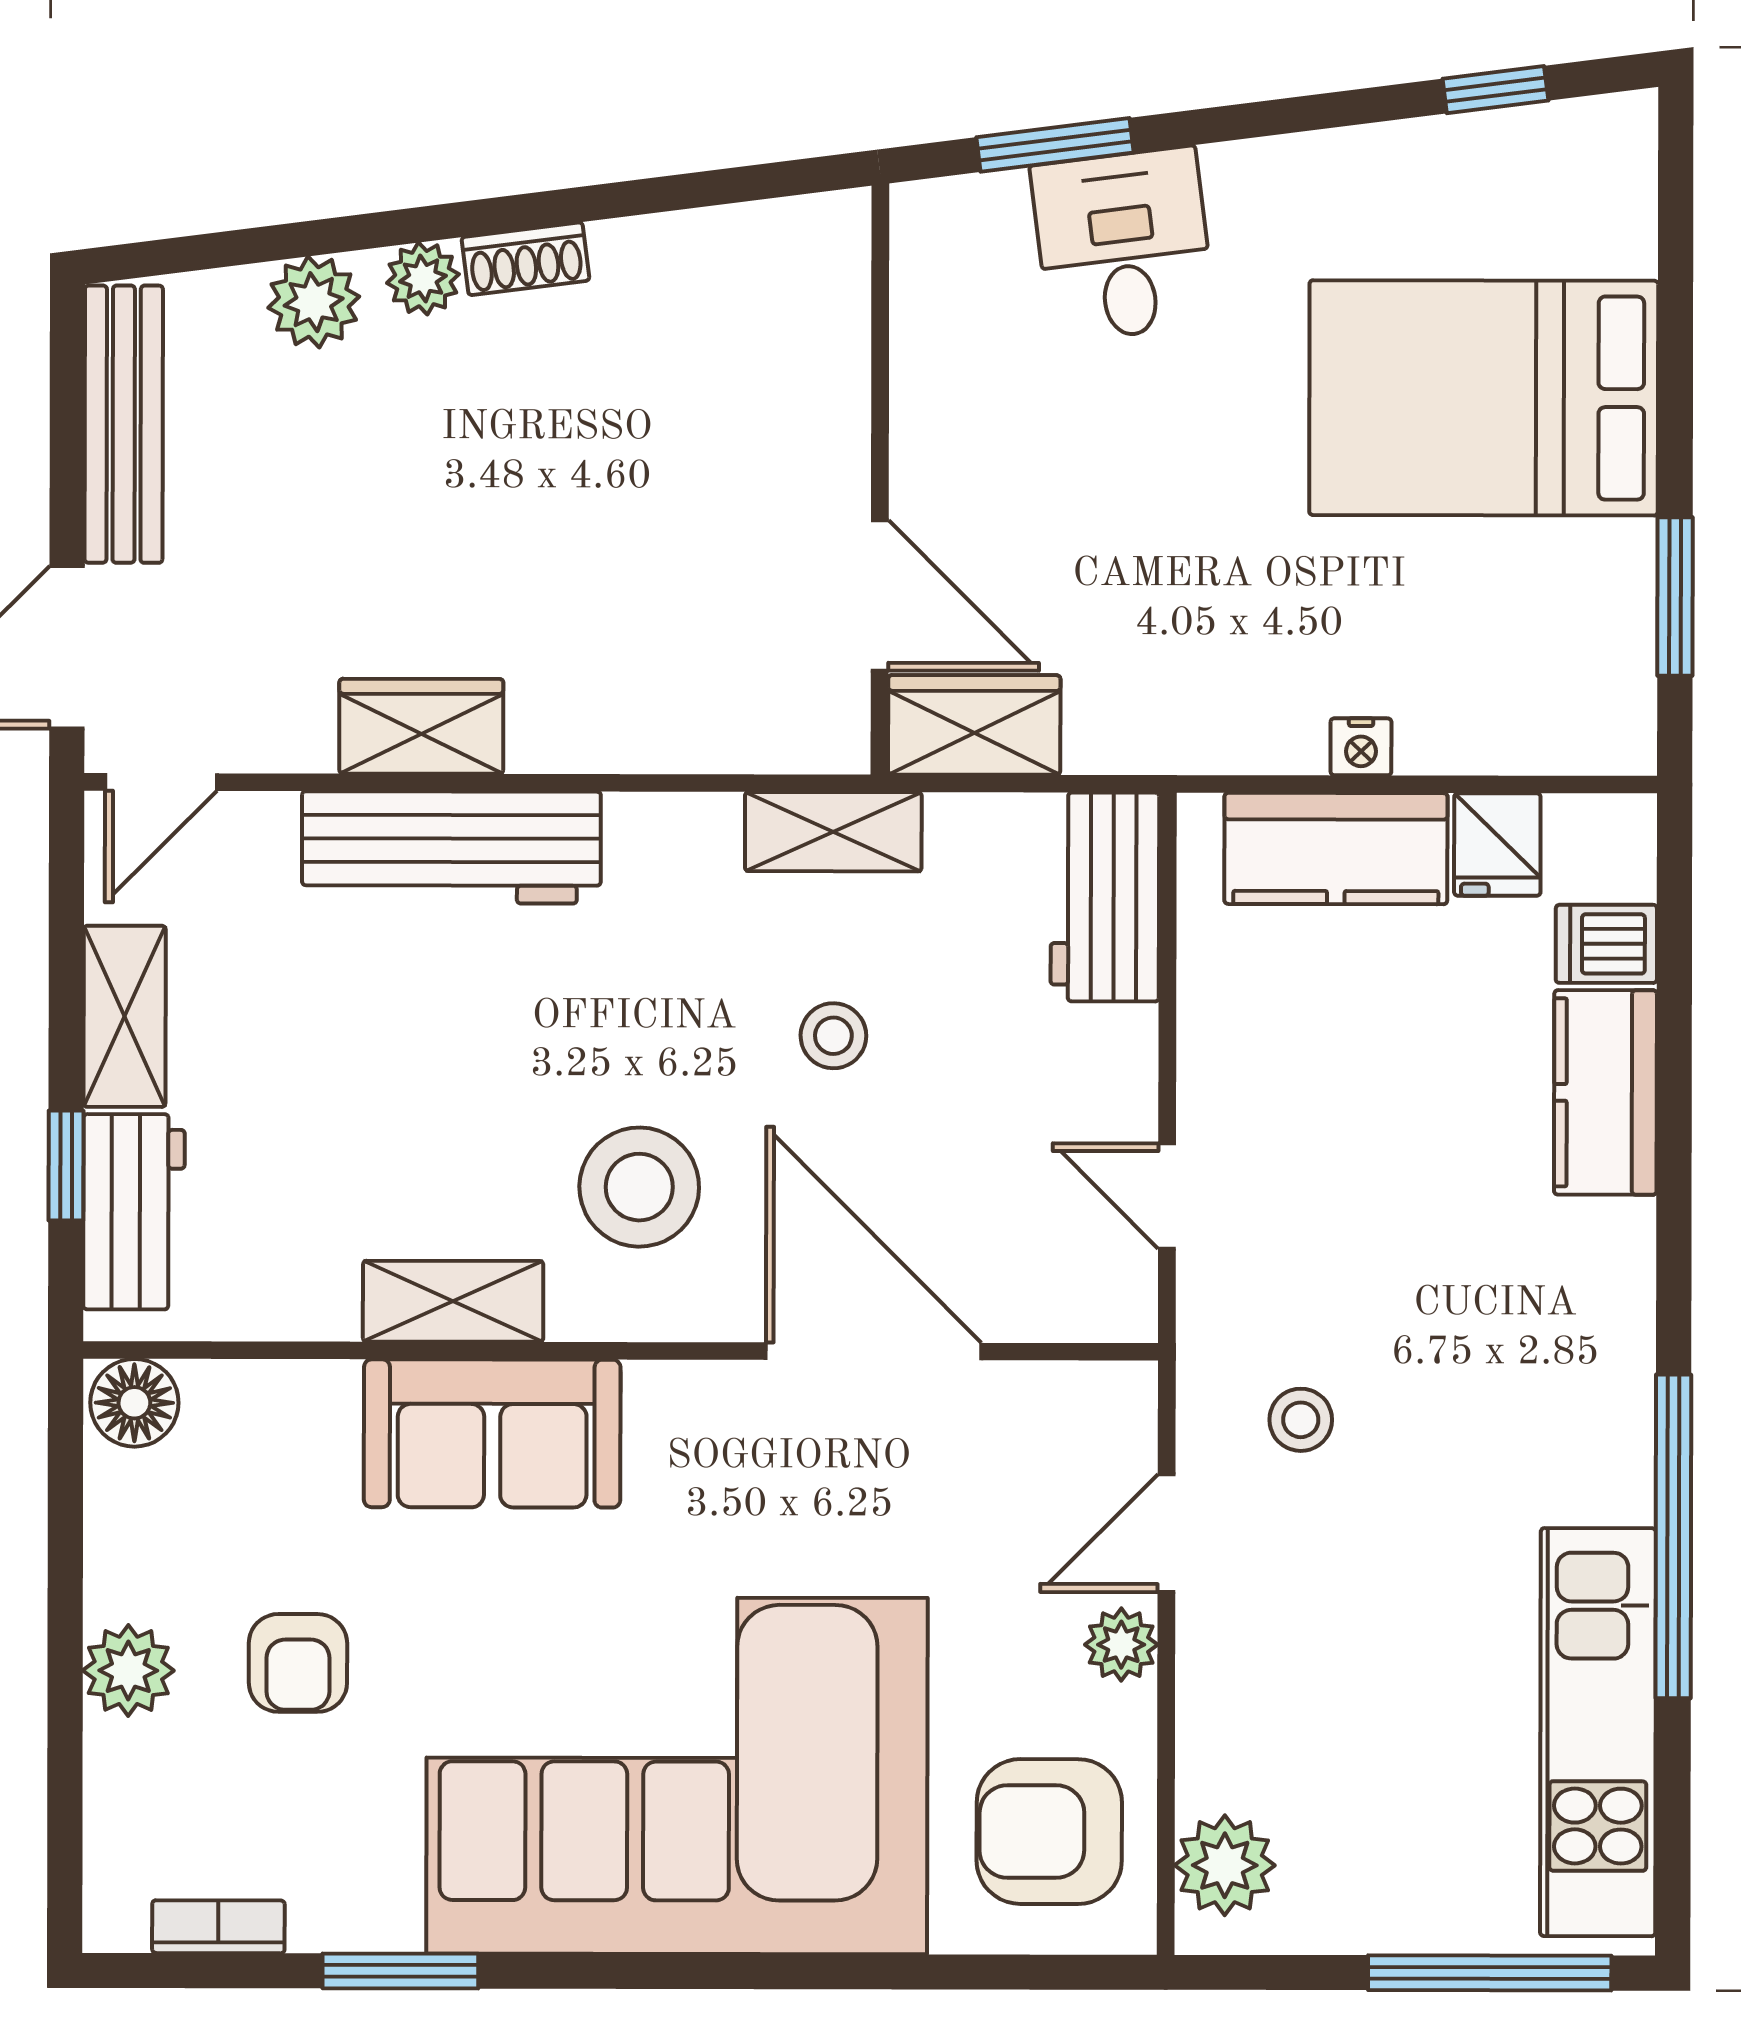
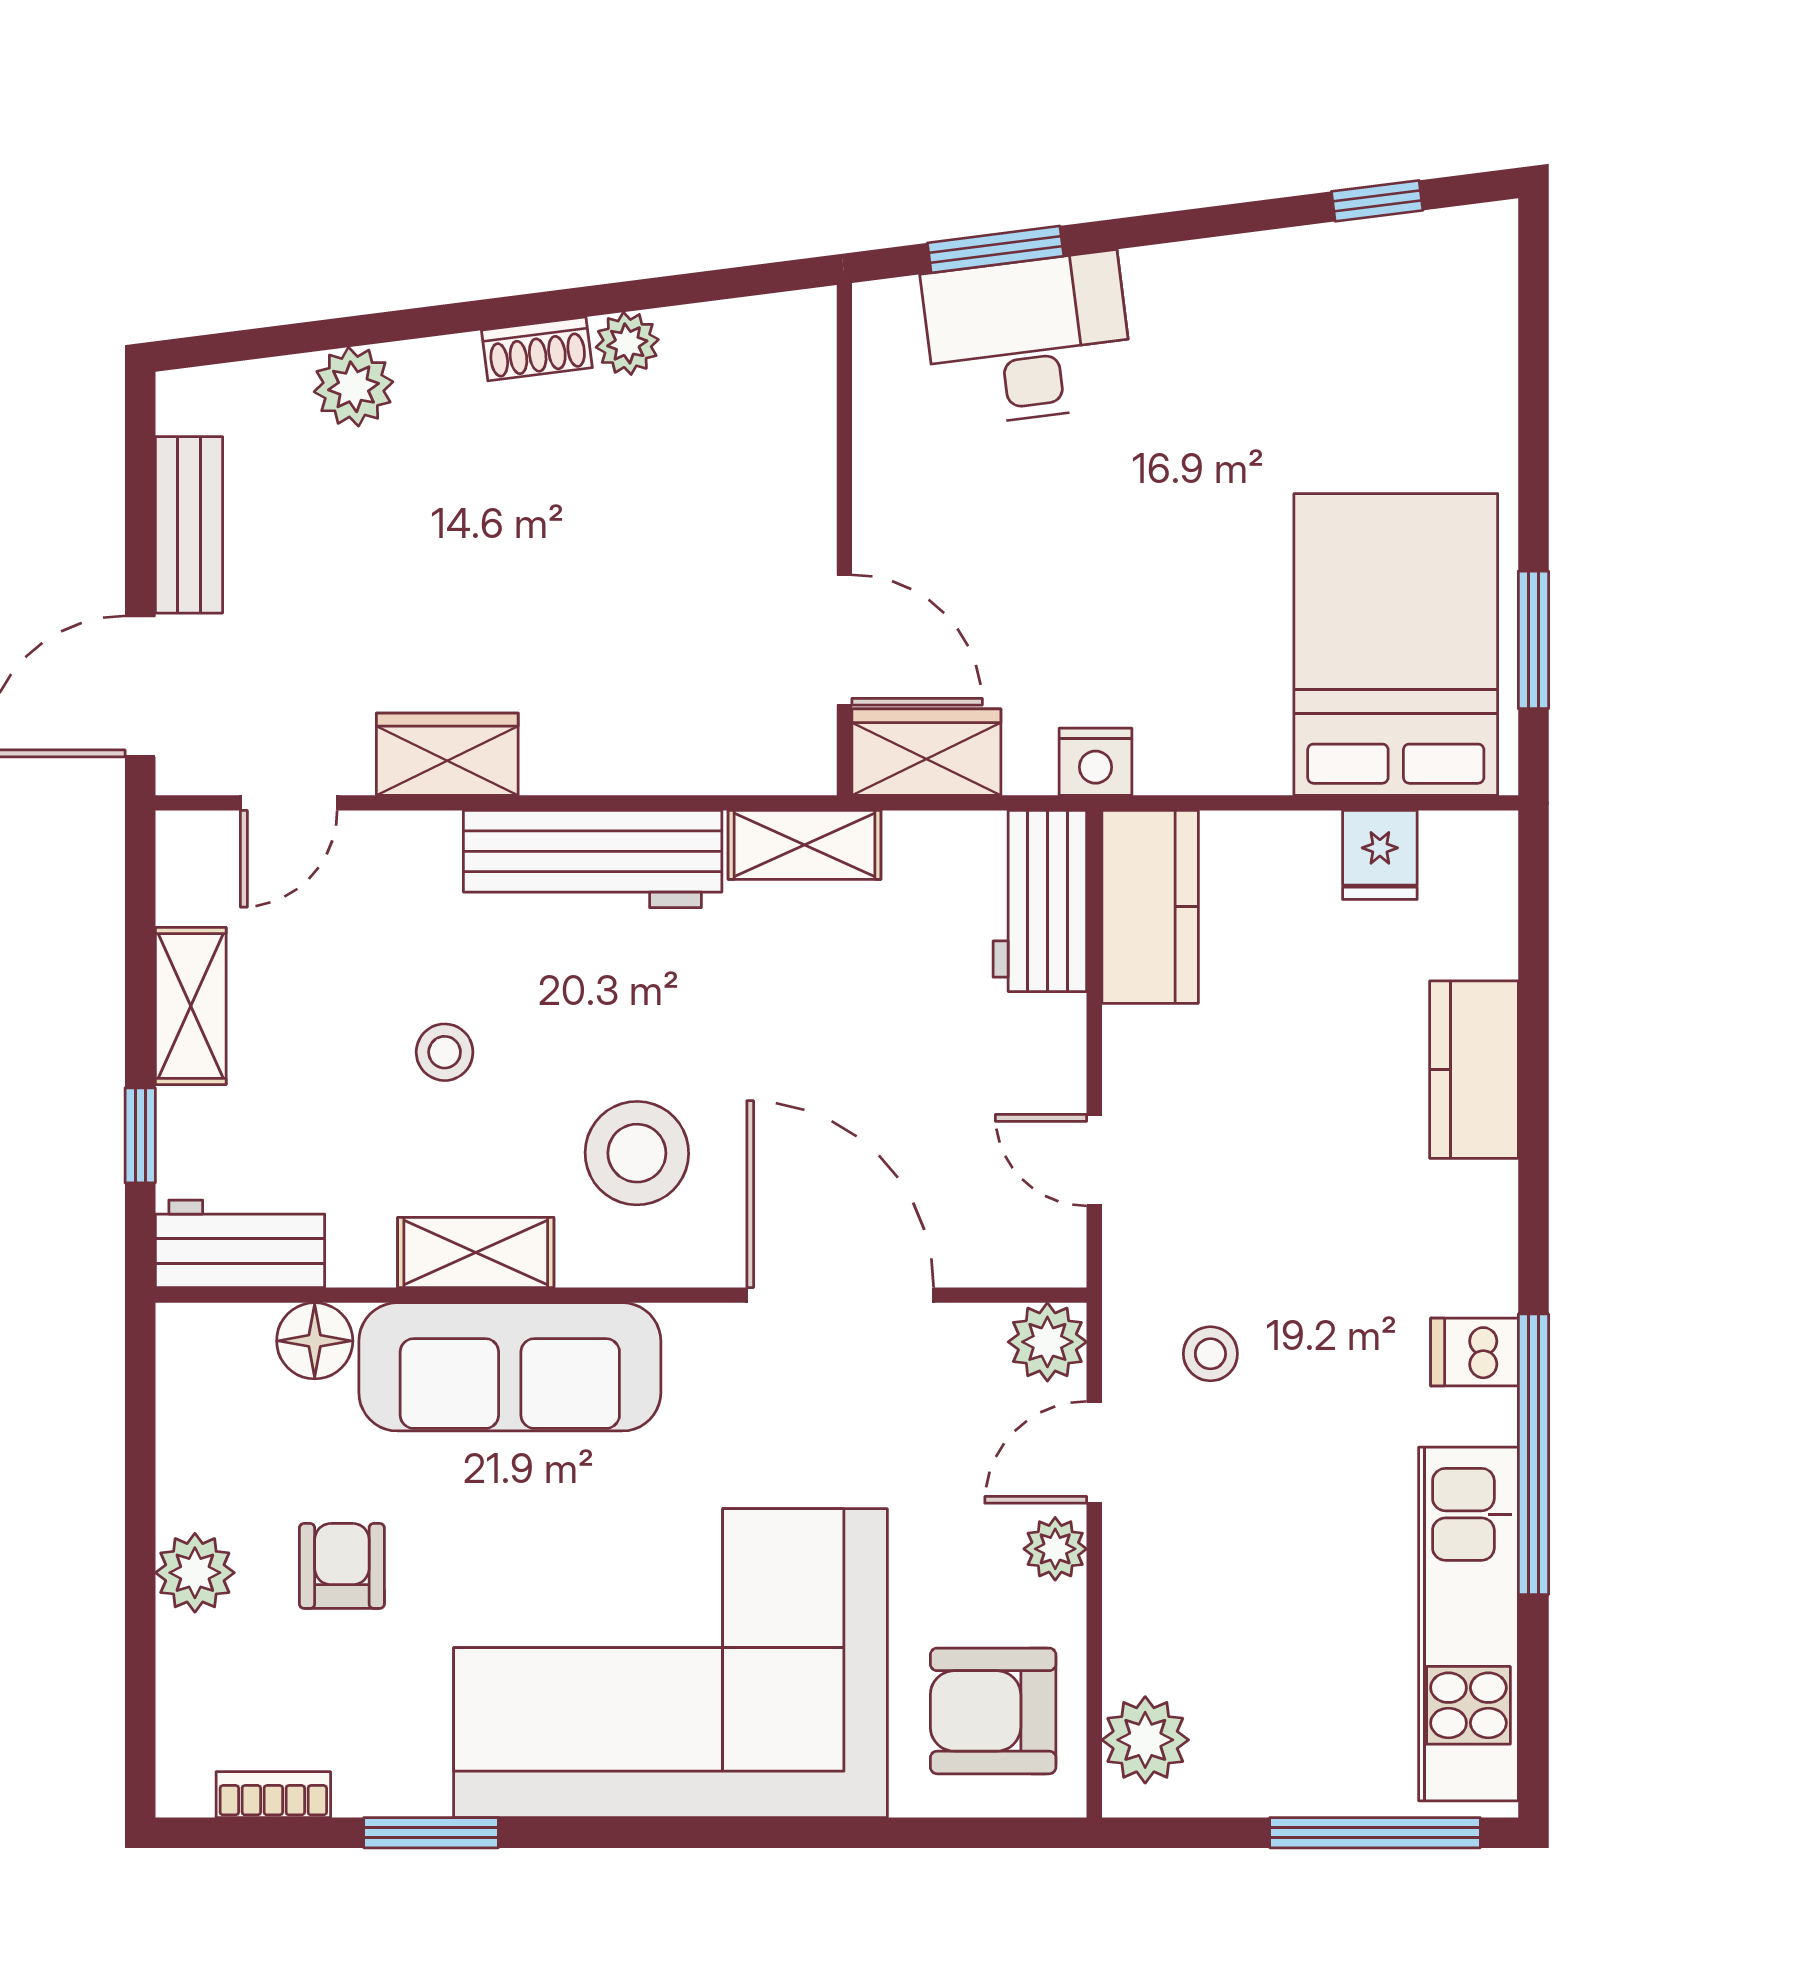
desk: (1123, 245) -> (1028, 339), width x1.37
plant: (423, 279) -> (627, 343), moved
bed: (1484, 398) -> (1396, 644), moved, turned 90
bench: (124, 424) -> (189, 525), width x0.73
nightstand: (1361, 747) -> (1096, 762), moved, width x1.39, depth x1.35
door: (161, 782) -> (289, 803), moved
workbench: (451, 847) -> (593, 859), moved
kitchen counter: (1336, 849) -> (1150, 907), moved, turned -90
dishwasher: (1606, 944) -> (1475, 1352), moved
stool: (833, 1036) -> (445, 1052), moved
workbench: (134, 1212) -> (240, 1244), moved, turned -90
floor lamp: (134, 1403) -> (315, 1341), moved
plant: (1113, 1406) -> (1047, 1342), added
sofa: (492, 1433) -> (510, 1367), width x1.36
armchair: (298, 1663) -> (342, 1566), turned 180

